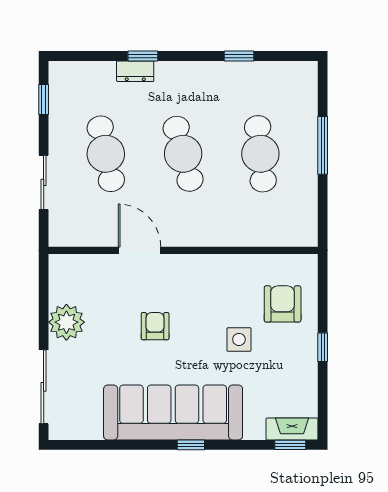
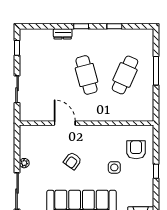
window: (143, 56) -> (81, 26), moved
cafe table: (106, 154) -> (48, 75), removed
cafe table: (260, 154) -> (125, 75), turned 30
plant: (66, 322) -> (24, 163), width x0.53, depth x0.53
armchair: (155, 326) -> (73, 161), turned -144

